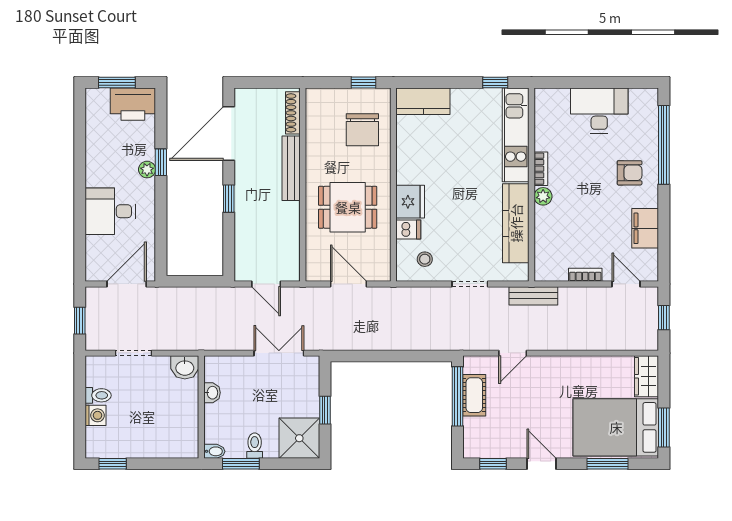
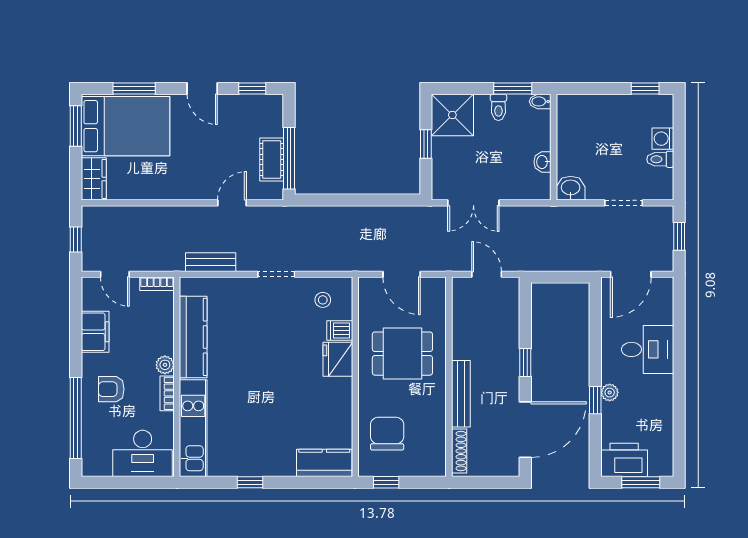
kitchen unit: (516, 135) -> (193, 428), moved
bookcase: (541, 169) -> (167, 393), moved
wall: (532, 185) -> (177, 377), moved
plant: (543, 196) -> (165, 365), moved
kitchen counter: (516, 223) -> (193, 337), moved

